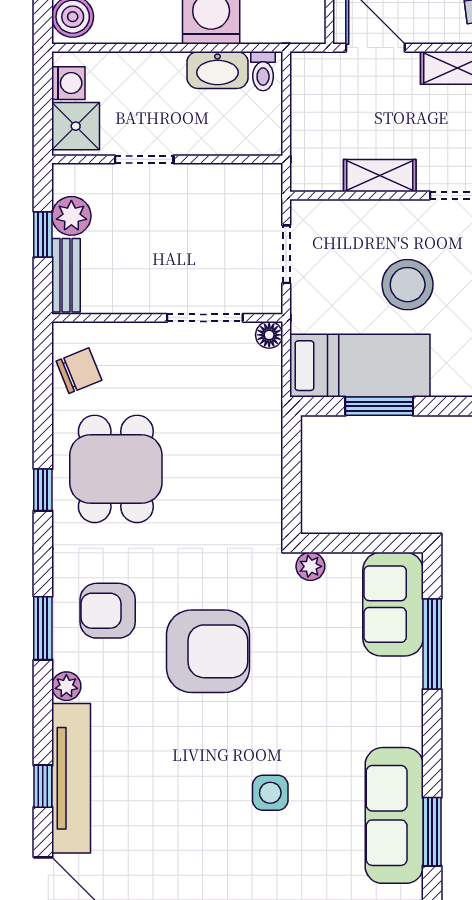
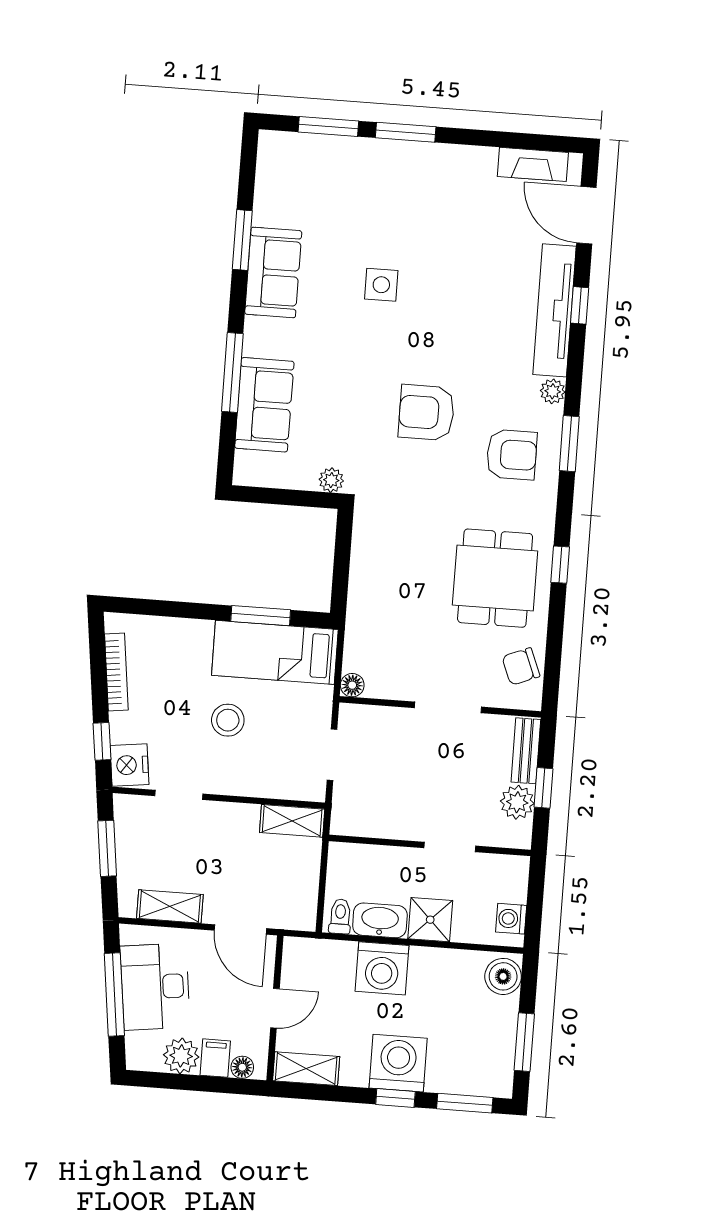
shower: (76, 126) -> (430, 920), moved
shelving: (380, 176) -> (292, 821), moved
stool: (408, 285) -> (228, 720), width x0.73, depth x0.73
doorway: (205, 318) -> (448, 707), moved
sofa: (393, 604) -> (264, 405), moved
window: (432, 644) -> (232, 373), moved
armchair: (208, 651) -> (426, 413), width x0.73, depth x0.73
sofa: (394, 815) -> (273, 272), width x0.73

